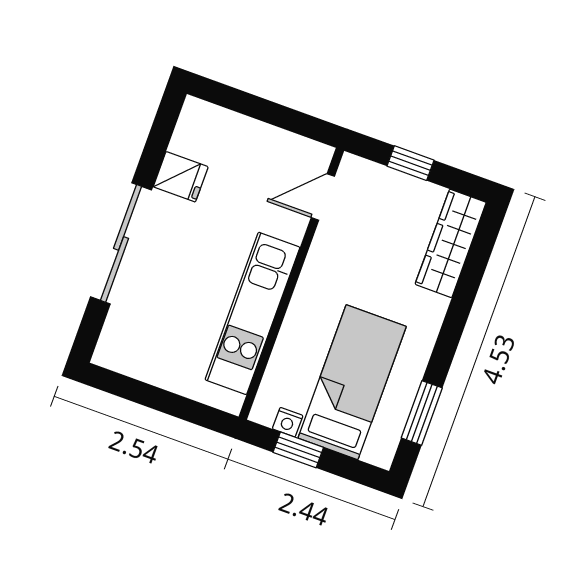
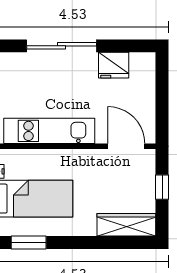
fridge: (181, 177) -> (114, 65), width x1.38
door: (323, 197) -> (126, 146), width x1.38

